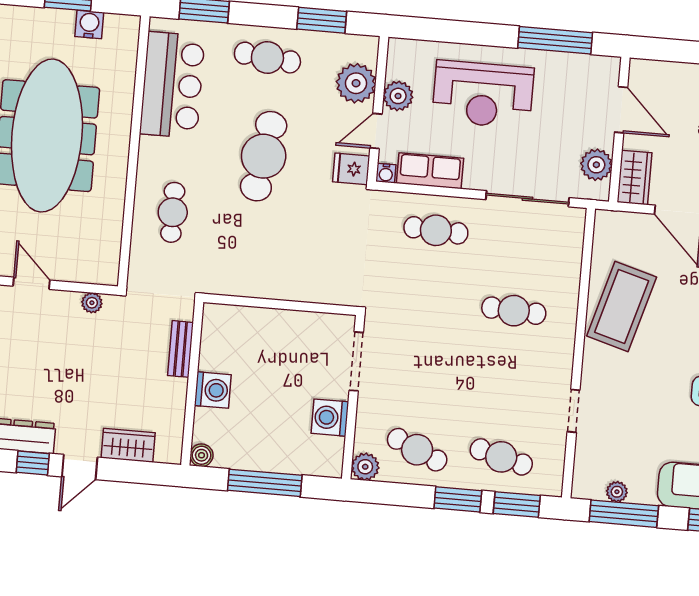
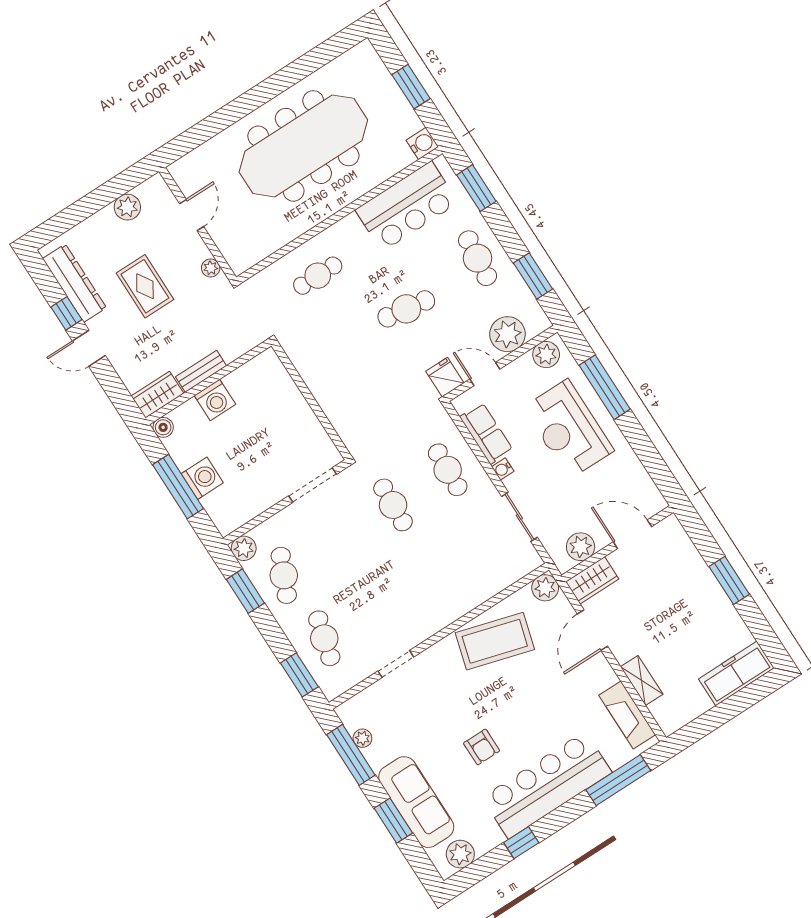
water cooler: (89, 24) -> (422, 144), moved
window: (555, 40) -> (605, 387), moved
plant: (398, 96) -> (546, 355), moved
door: (621, 110) -> (632, 534), swing flipped
cafe table: (264, 156) -> (406, 309), width x0.73, depth x0.74
water cooler: (386, 173) -> (503, 469), moved
sliding door: (527, 199) -> (519, 517), width x0.73
plant: (609, 225) -> (545, 588), added
cafe table: (514, 311) -> (393, 505), moved
bench: (180, 349) -> (201, 371), moved
rug: (63, 374) -> (145, 286), added
washing machine: (330, 418) -> (202, 478), moved, turned 90
wardrobe: (128, 445) -> (157, 395), moved, turned -90
window: (458, 499) -> (245, 591), moved

